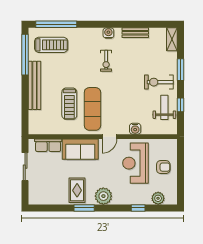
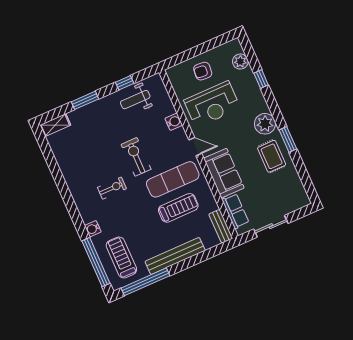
water cooler: (108, 33) -> (93, 229), moved
bench: (135, 33) -> (221, 226), moved
exercise bike: (159, 82) -> (136, 157), moved, turned 180
armchair: (163, 167) -> (203, 71), turned -85
rug: (77, 190) -> (272, 156), turned 90

